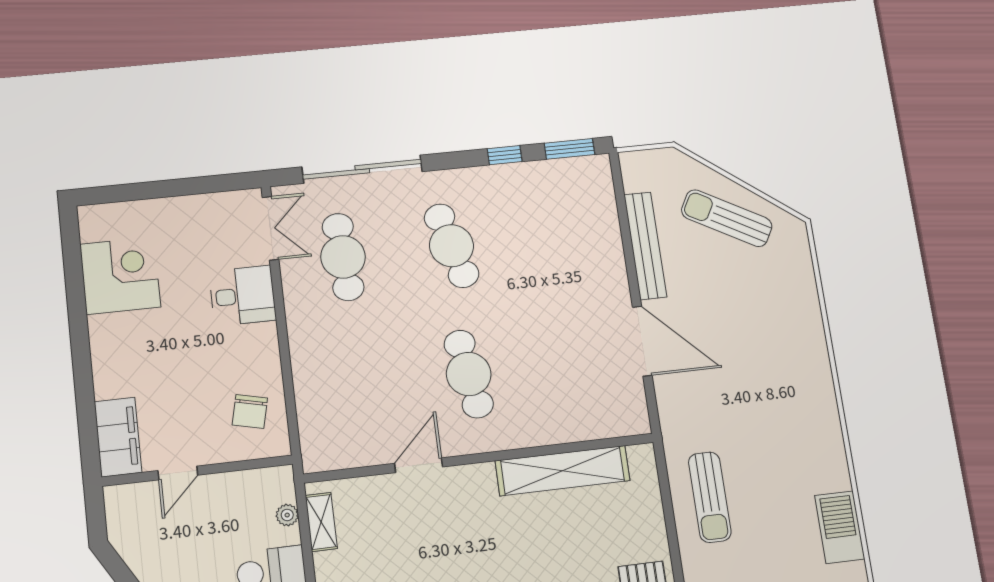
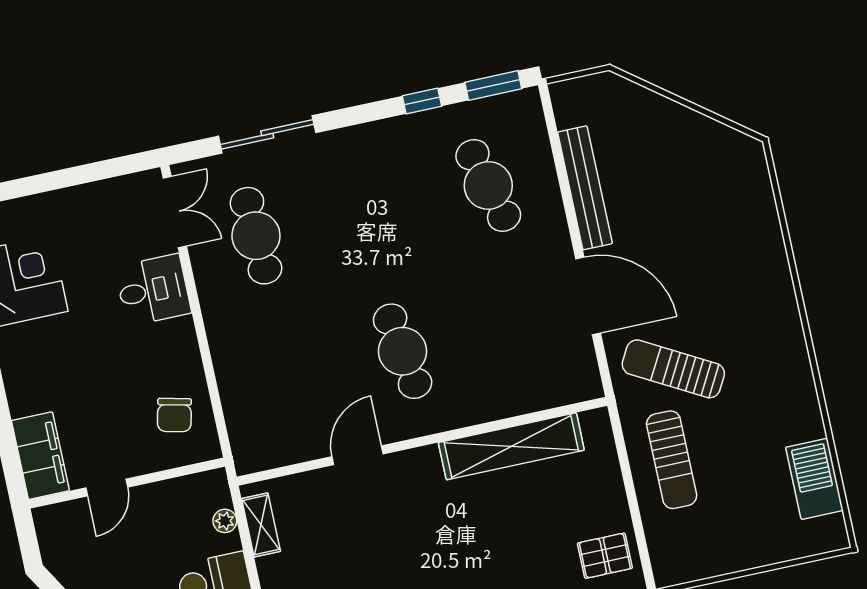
sliding door: (362, 169) -> (267, 134), width x0.73
sun lounger: (727, 218) -> (673, 369), moved
cafe table: (452, 246) -> (488, 185), moved

